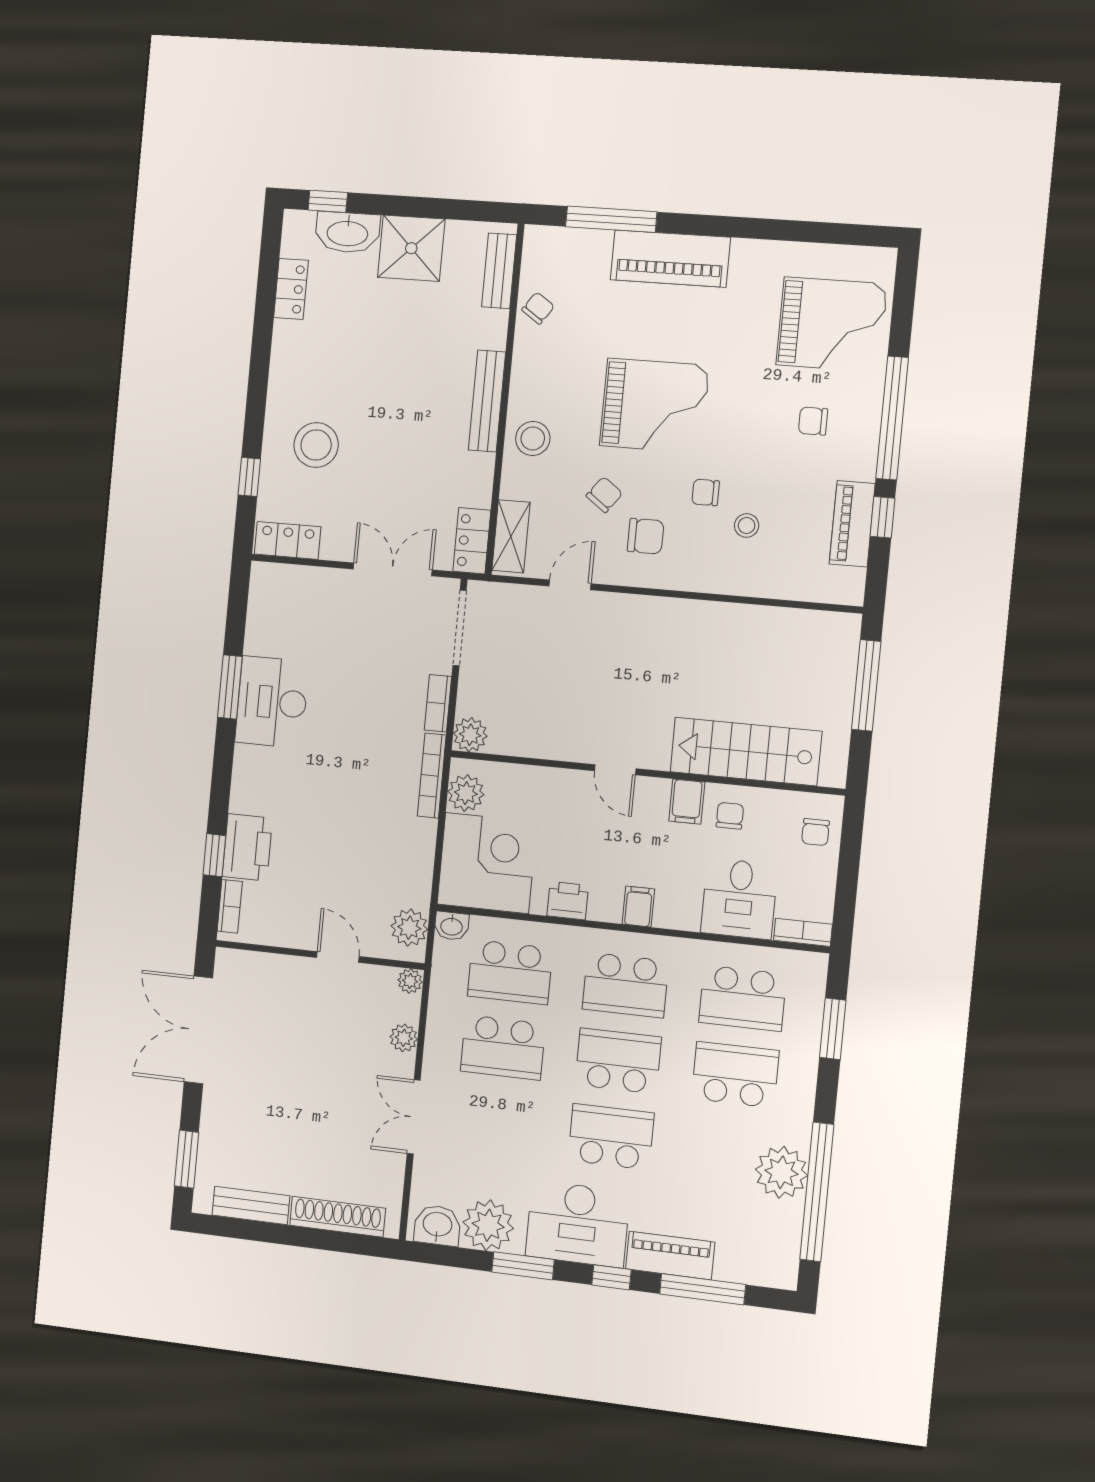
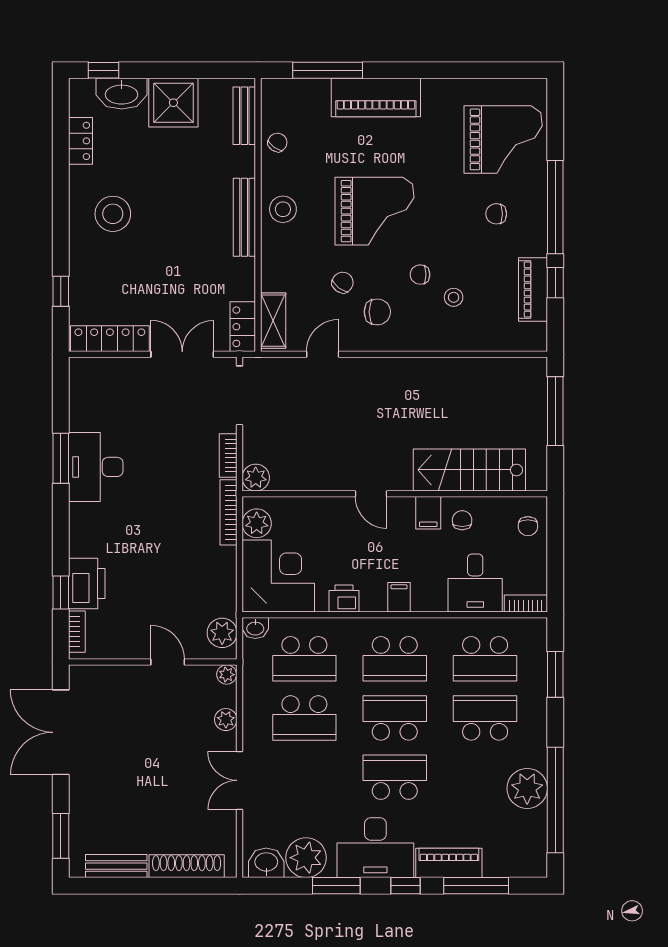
stool: (533, 438) -> (283, 209), moved
stool: (316, 445) -> (113, 214), moved
locker: (288, 540) -> (110, 339), width x1.53

